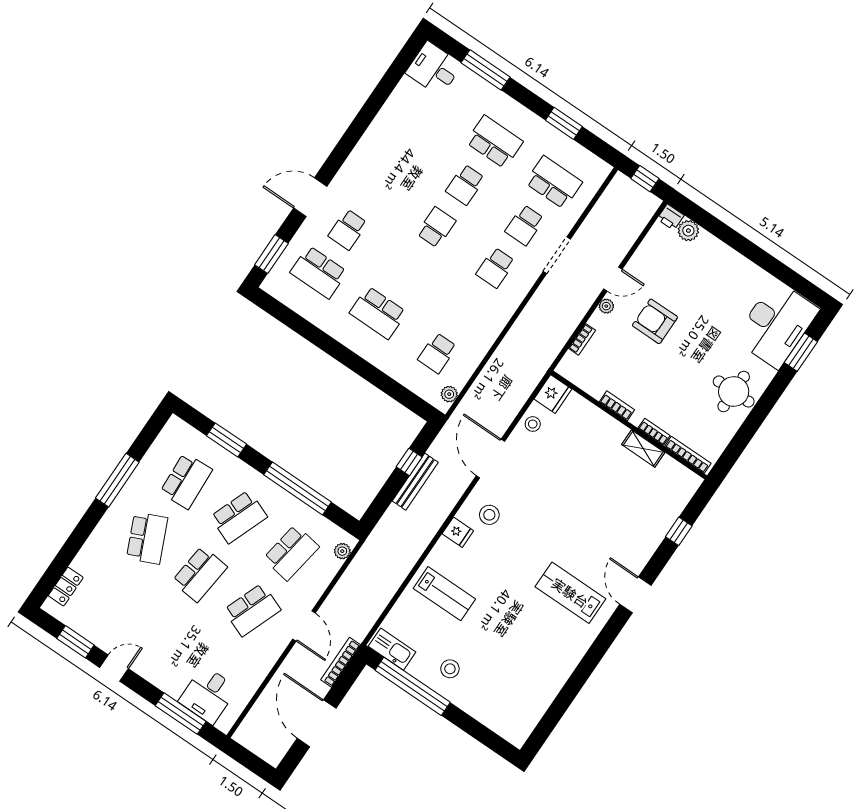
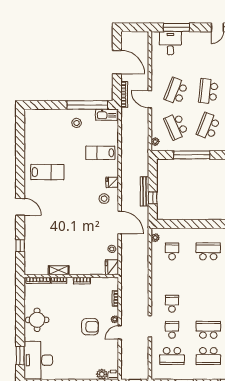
school desk: (465, 185) -> (208, 330), width x1.85
school desk: (436, 227) -> (208, 304), removed
school desk: (291, 553) -> (176, 126), turned -33
lab bench: (570, 593) -> (47, 172), moved

